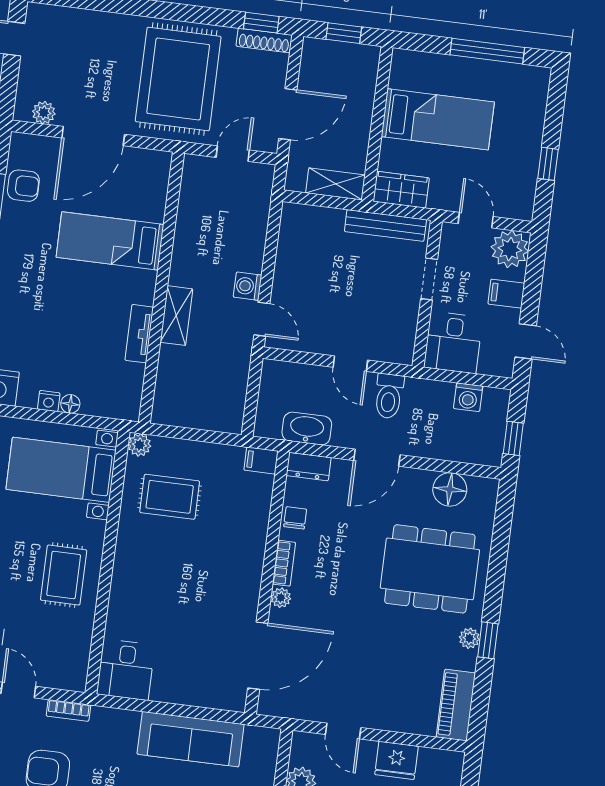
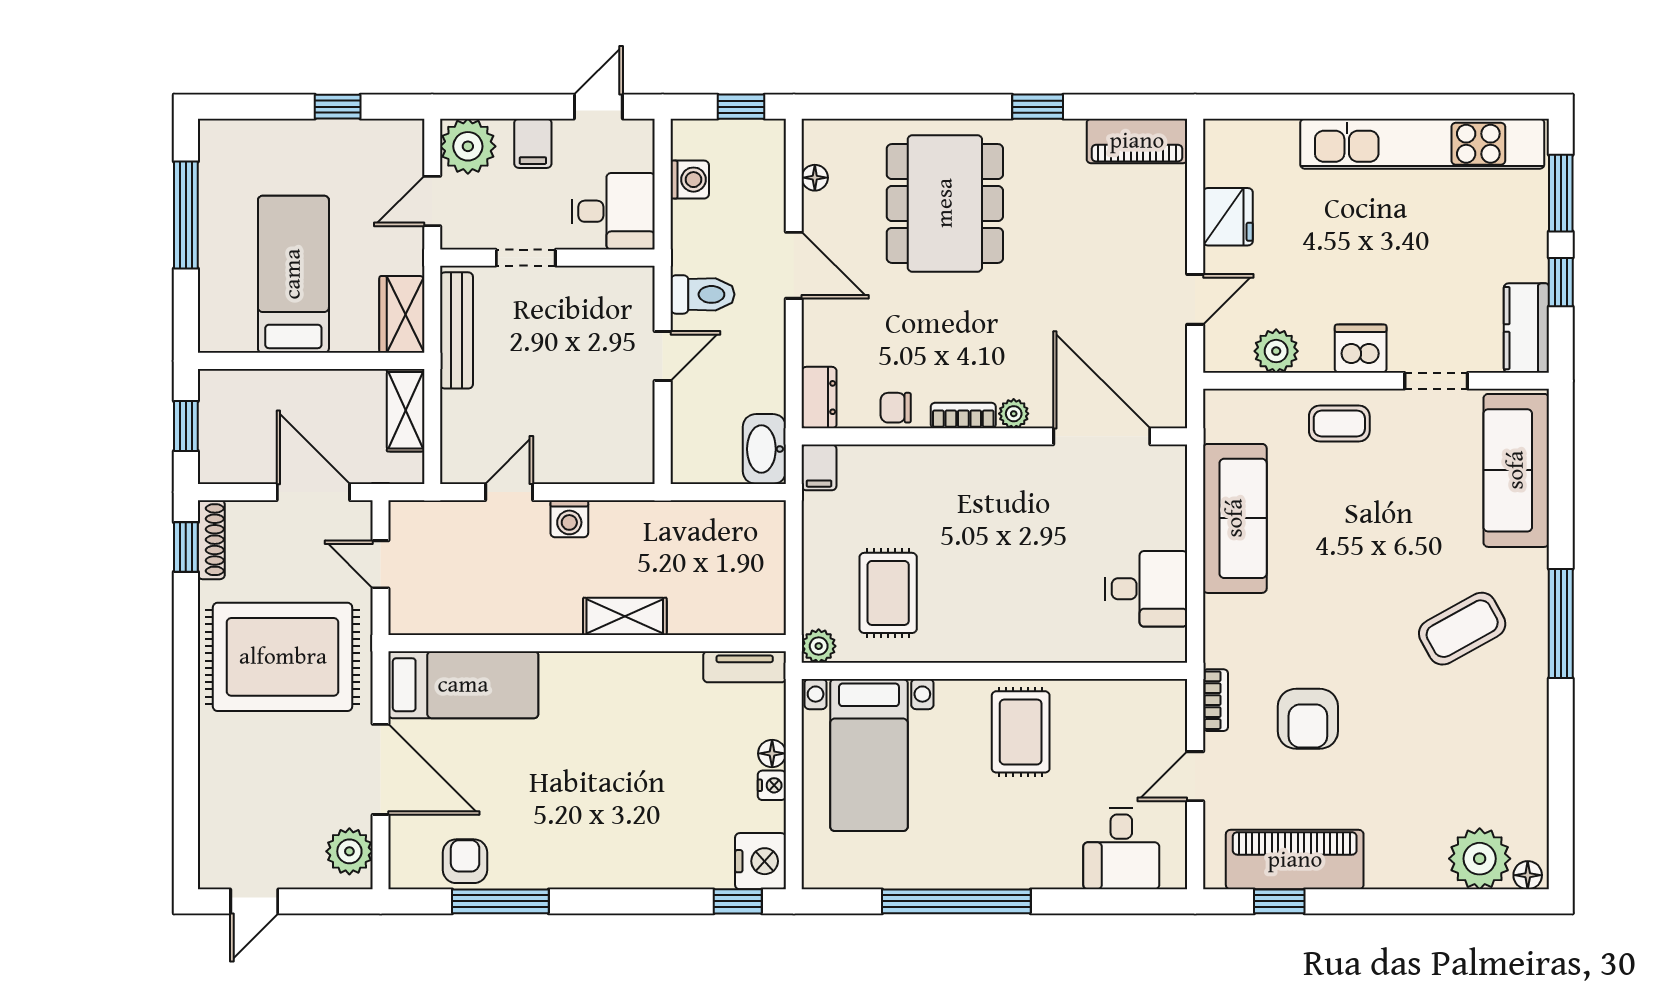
plant: (44, 113) -> (349, 851), width x1.38, depth x1.38
bed: (110, 241) -> (463, 685), moved, turned -90
door: (262, 319) -> (509, 492), moved
tv unit: (139, 334) -> (745, 667), moved
washbasin: (307, 429) -> (764, 449), moved
door: (377, 458) -> (794, 265), moved
floor lamp: (450, 489) -> (815, 178), width x0.53, depth x0.53
rug: (64, 575) -> (1021, 732), turned 90
plant: (469, 638) -> (1038, 134), removed
desk: (126, 670) -> (1146, 589), moved

